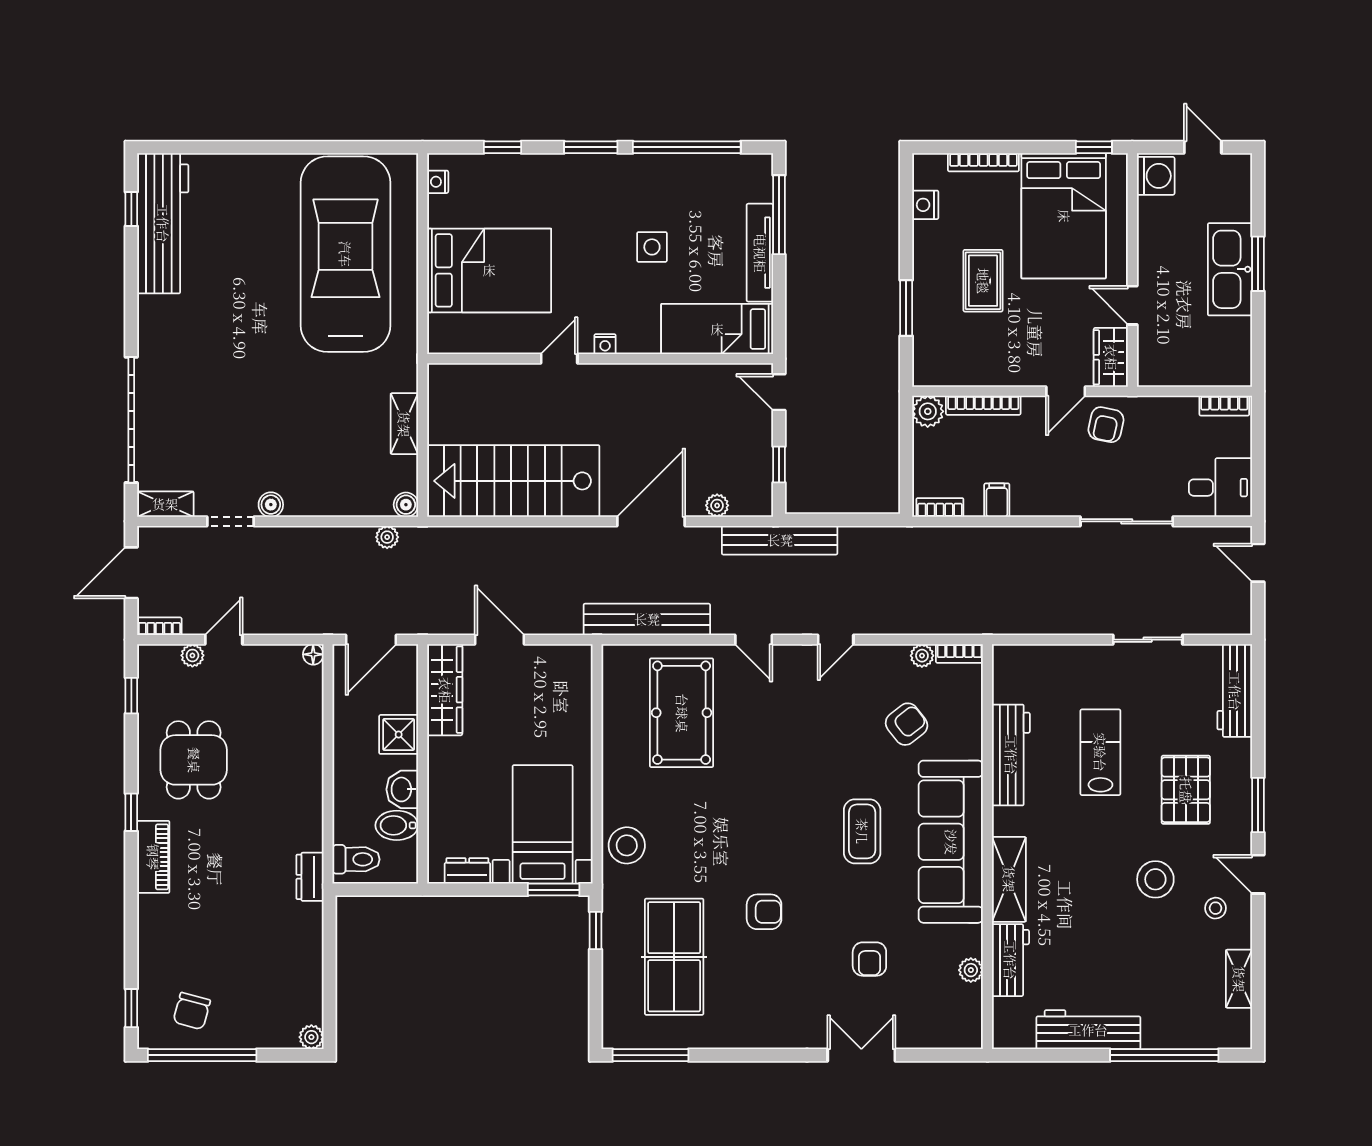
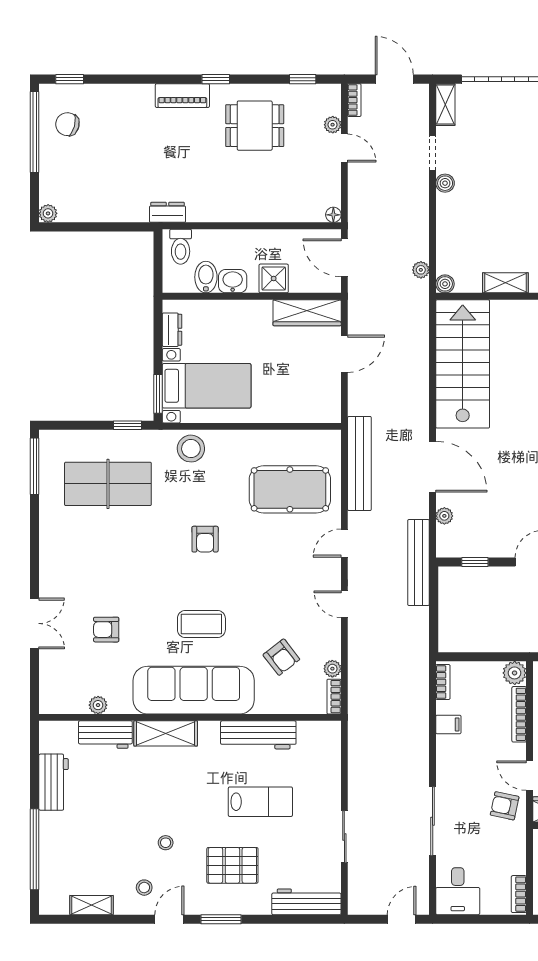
stool: (1155, 879) -> (166, 843), width x0.53, depth x0.53
armchair: (764, 912) -> (205, 539), moved
workbench: (1088, 1030) -> (54, 782), width x0.73

